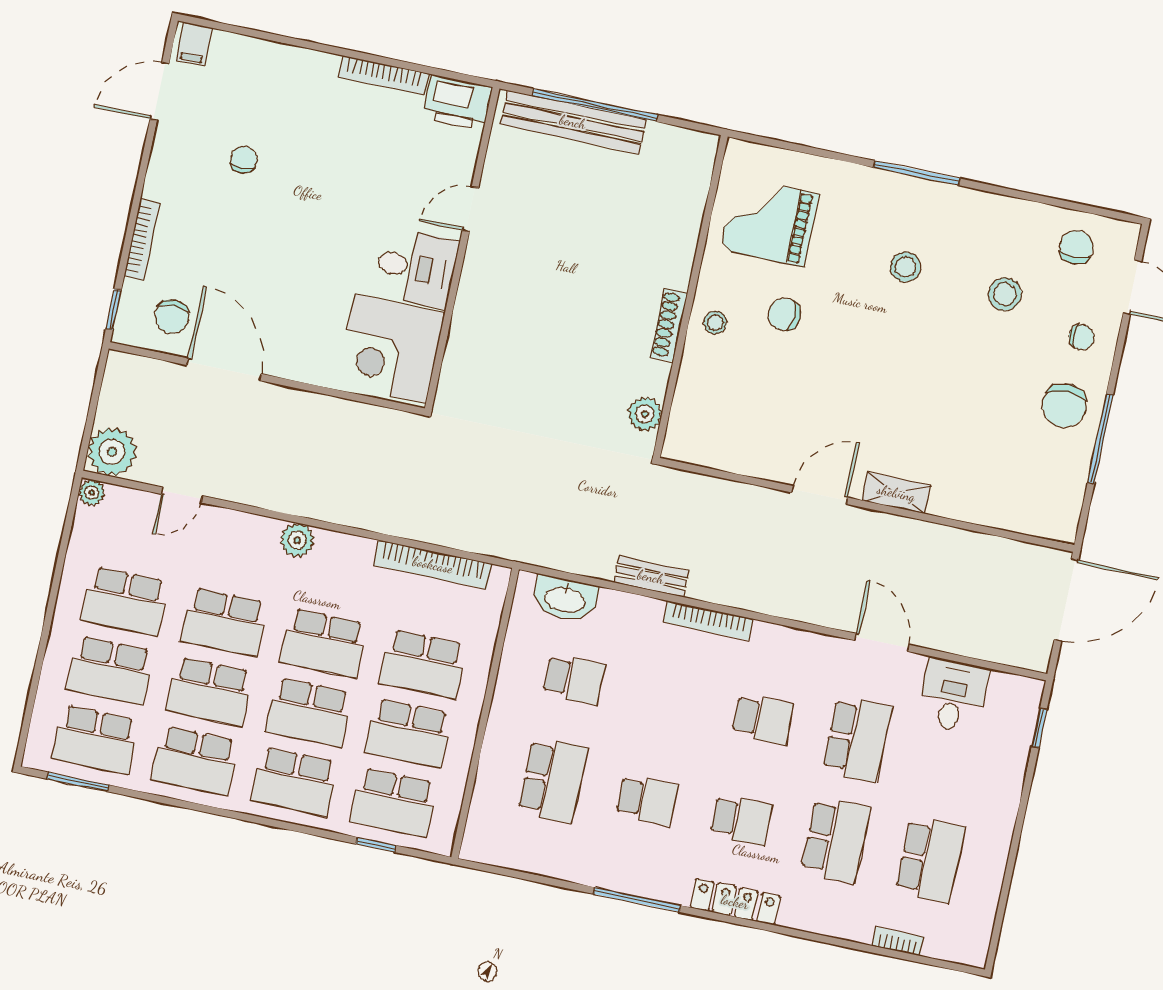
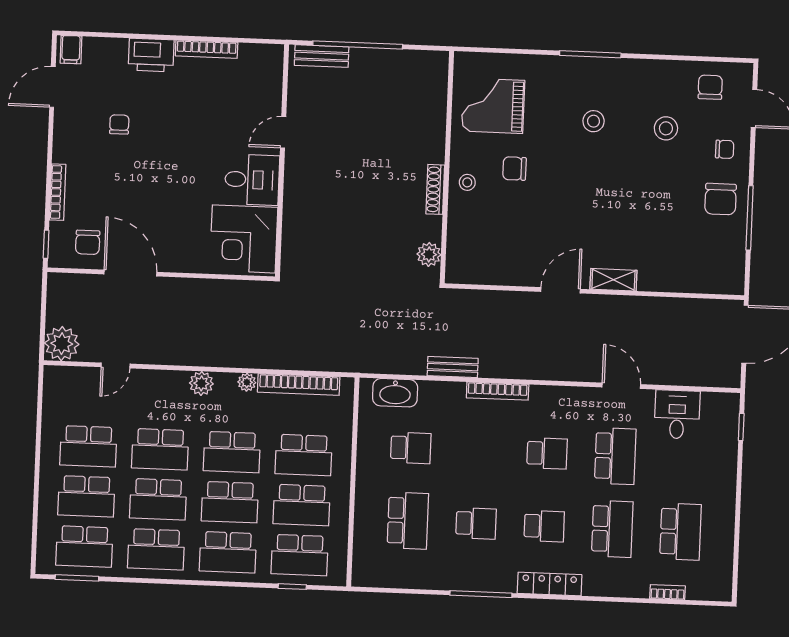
printer: (457, 103) -> (151, 55), moved
bench: (573, 122) -> (322, 56), width x0.54, depth x0.82
plant: (92, 492) -> (247, 382), moved

